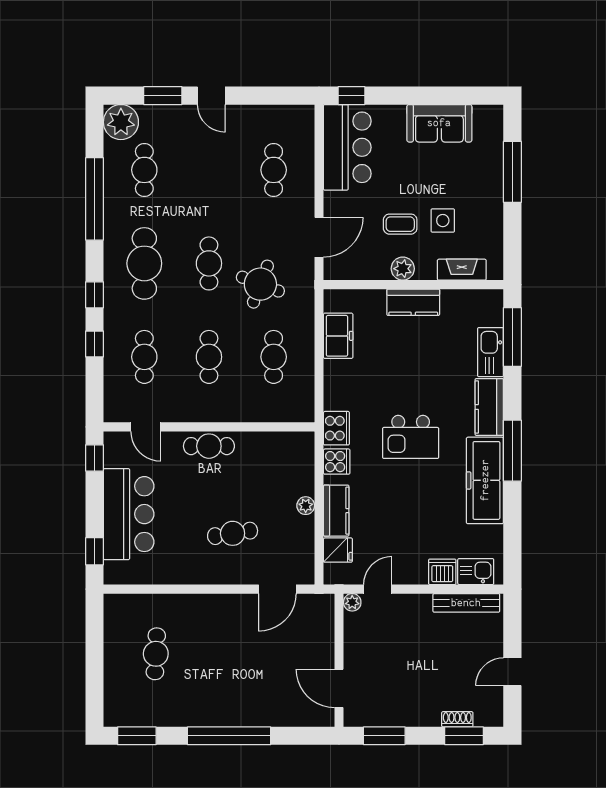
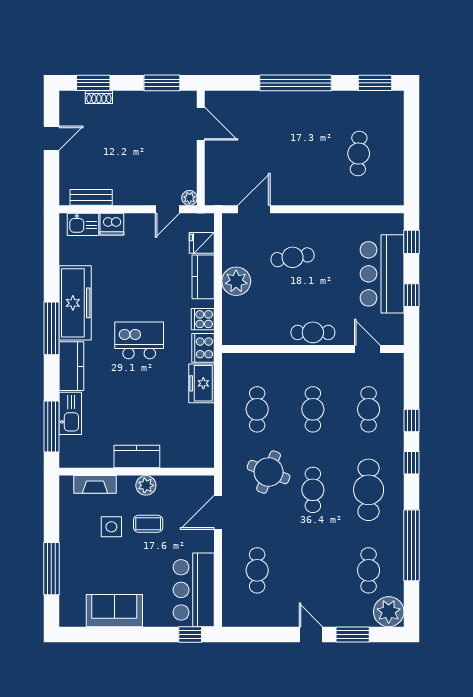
freezer: (338, 336) -> (202, 383), moved
window: (94, 458) -> (411, 295), moved
plant: (306, 506) -> (236, 281), width x1.87, depth x1.87
bench: (466, 603) -> (91, 197), width x0.73

